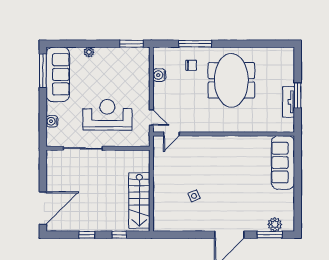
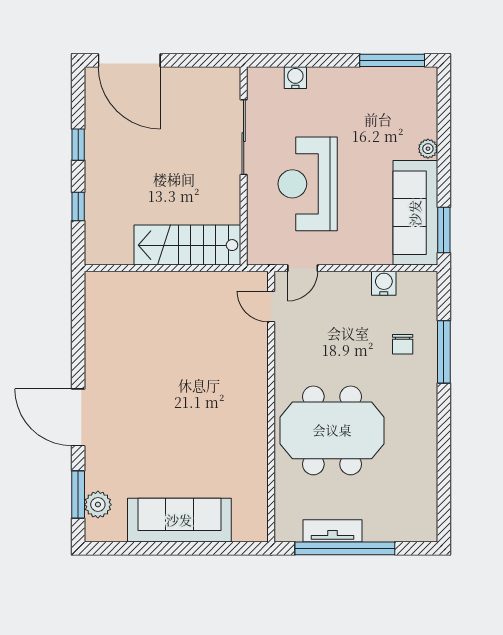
sofa: (58, 74) -> (415, 213), moved, turned 90
meeting table: (231, 80) -> (332, 430), moved
window: (298, 95) -> (345, 548), width x2.11
reception desk: (107, 115) -> (308, 184), turned 180
sofa: (283, 163) -> (179, 520), moved
side table: (194, 196) -> (152, 350), removed
stairs: (139, 201) -> (187, 245), moved

